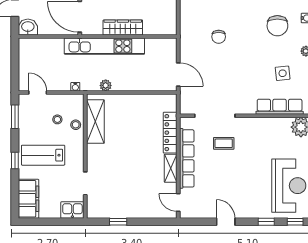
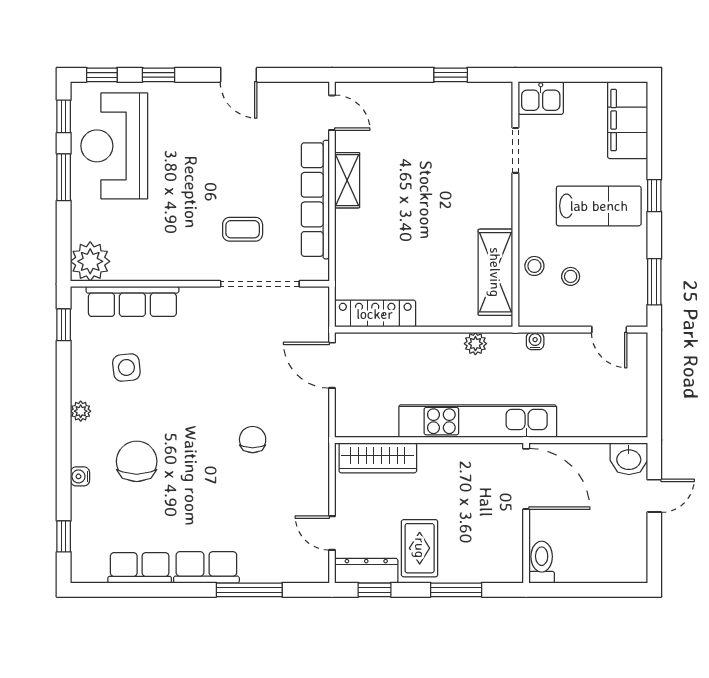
wardrobe: (123, 27) -> (378, 458), moved
locker: (170, 133) -> (375, 314), moved, turned -90

